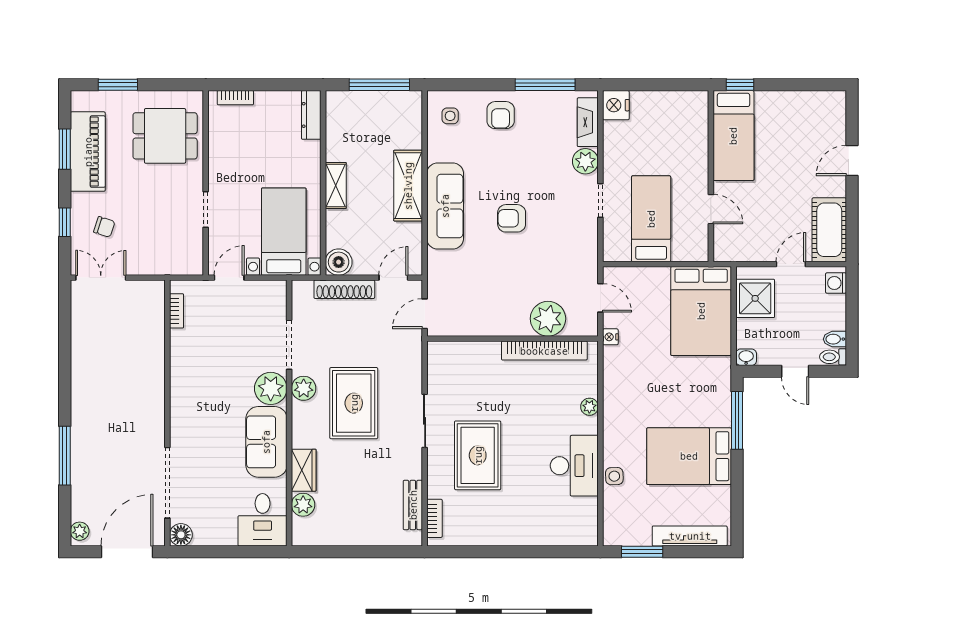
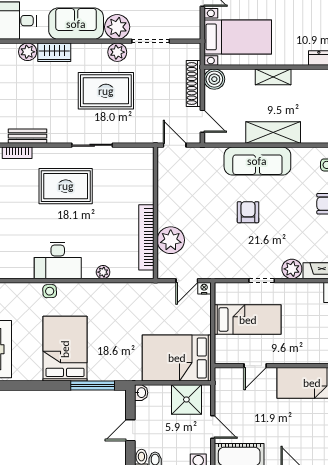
nightstand: (610, 337) -> (204, 288), moved

